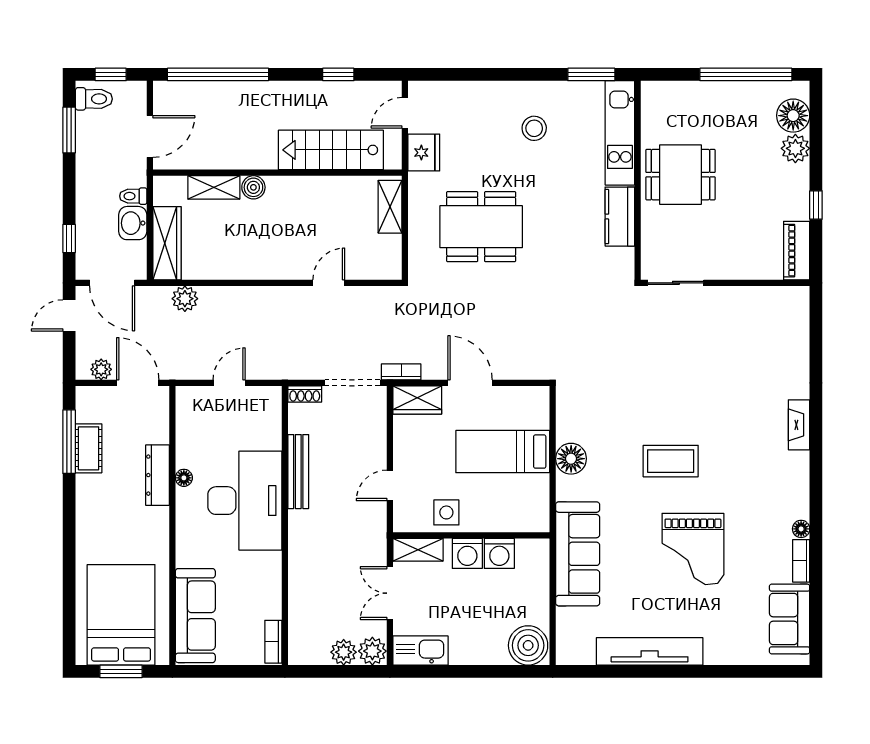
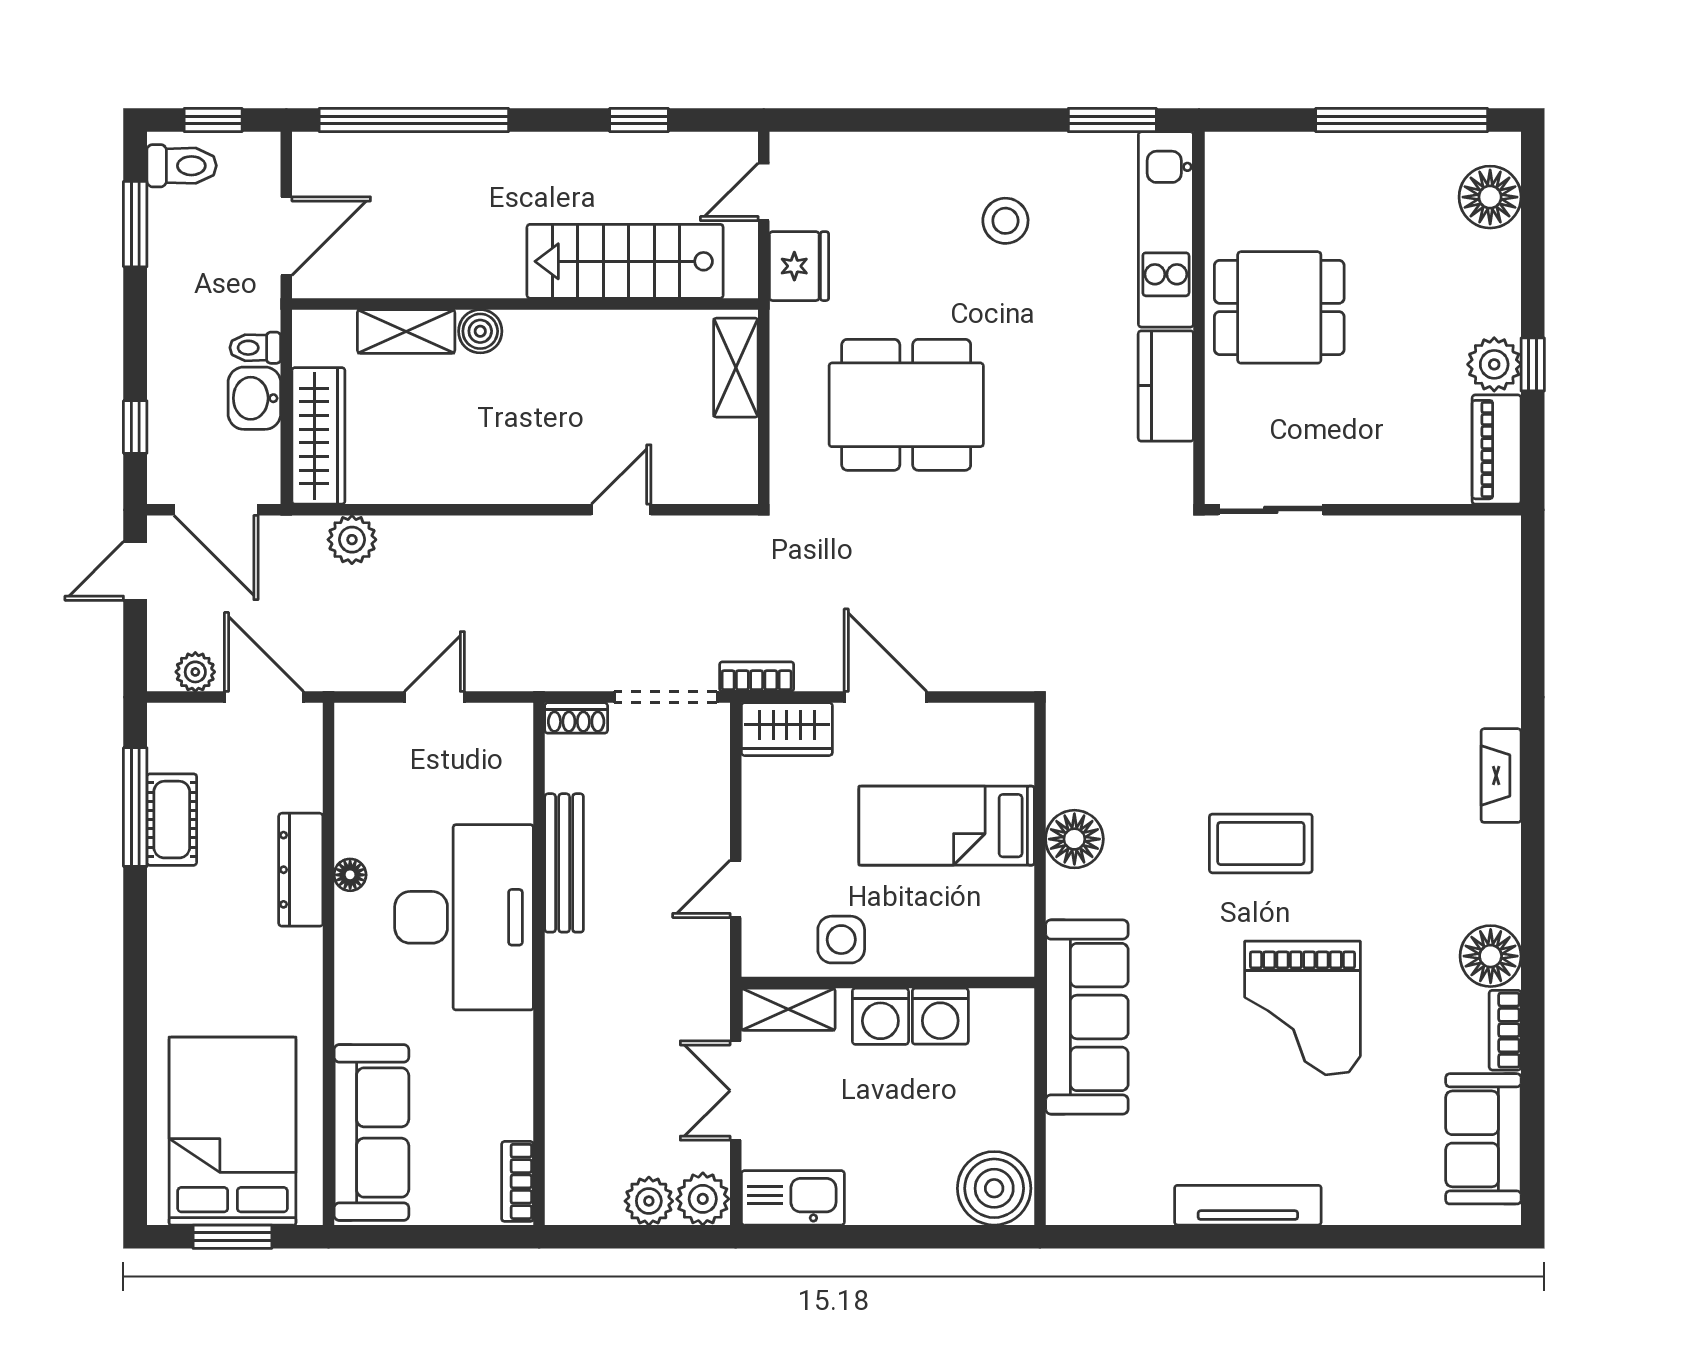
plant: (795, 148) -> (1494, 364), moved
floor lamp: (801, 529) -> (1491, 956), width x1.89, depth x1.89
tv unit: (650, 651) -> (1248, 1205), width x0.73, depth x0.78

